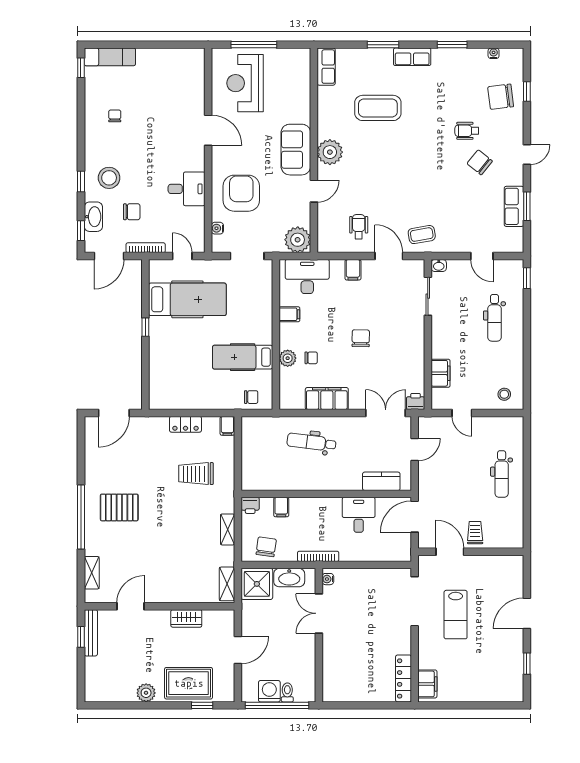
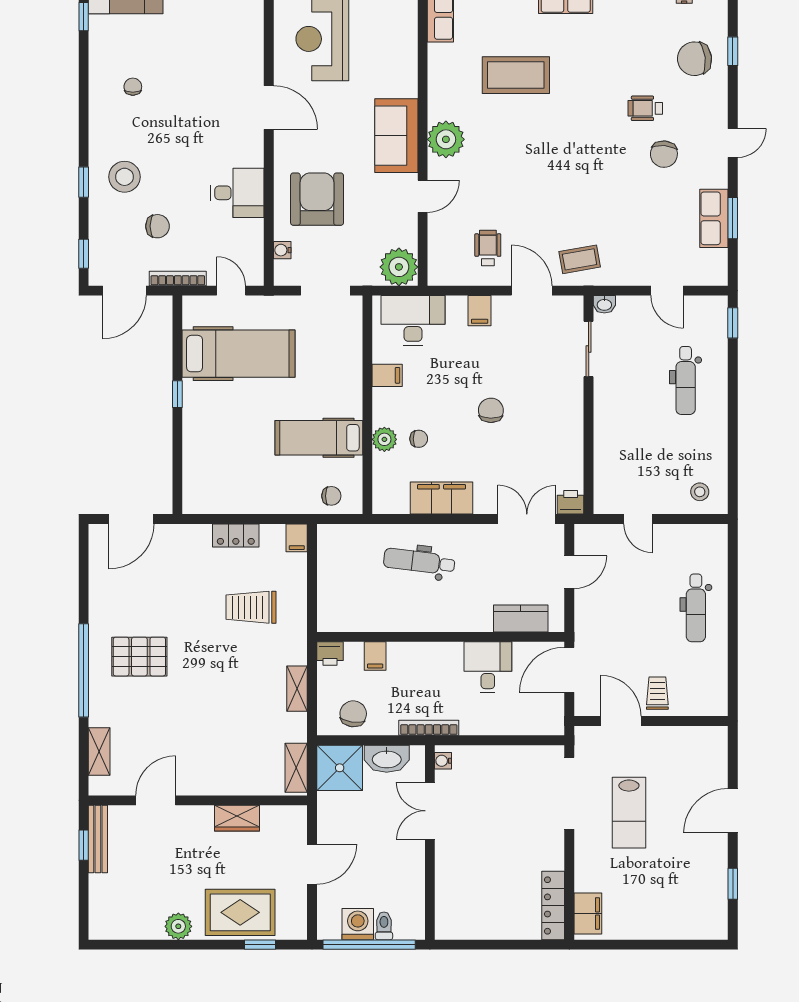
chair: (480, 162) -> (664, 154), turned -124
washbasin: (93, 217) -> (102, 233), removed
filing cabinet: (441, 373) -> (607, 461), removed

